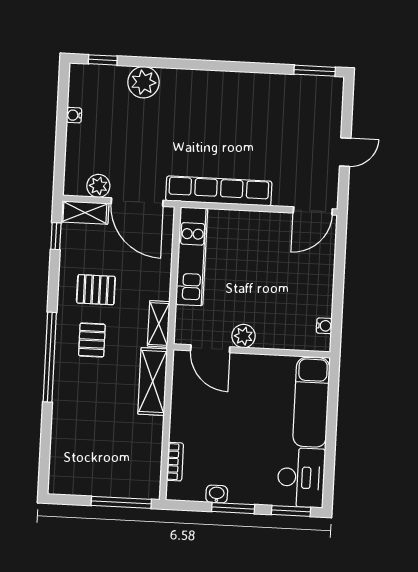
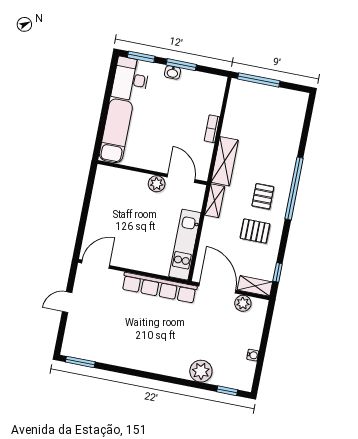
water cooler: (324, 326) -> (99, 183), removed
bookcase: (175, 462) -> (212, 129), moved
washbasin: (217, 494) -> (173, 72), moved

